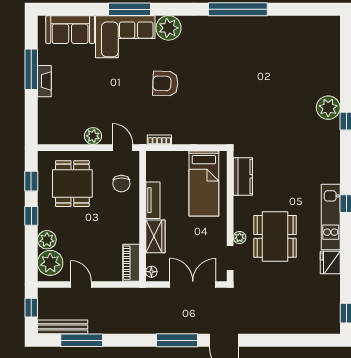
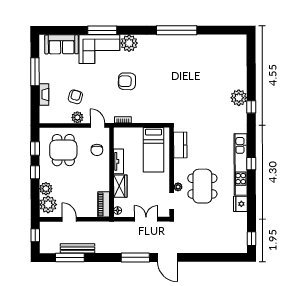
fireplace: (44, 81) -> (44, 95), moved
armchair: (90, 106) -> (75, 97), added
kitchen unit: (331, 217) -> (241, 164), width x1.36
double door: (193, 285) -> (146, 219), width x0.73
bench: (63, 327) -> (78, 248), moved

